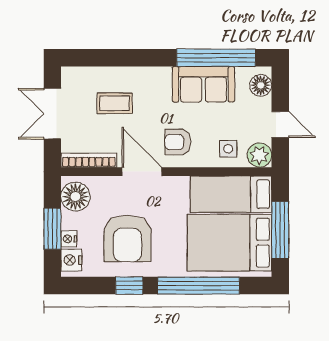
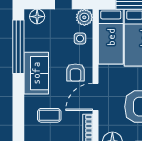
sofa: (203, 84) -> (36, 73), moved
coffee table: (115, 103) -> (49, 115), turned 90

